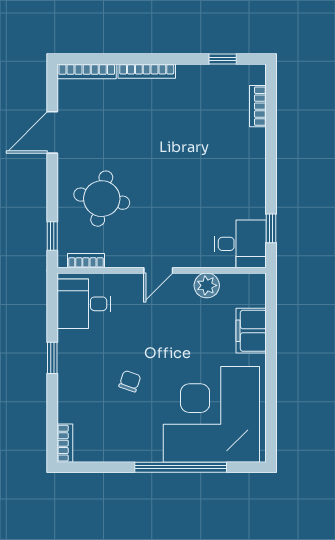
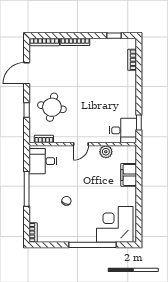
window: (52, 236) -> (27, 110), moved
window: (52, 358) -> (27, 189), width x2.17
corner desk: (211, 414) -> (115, 224), width x0.74, depth x0.74

